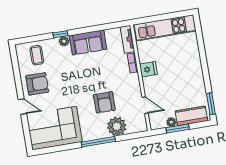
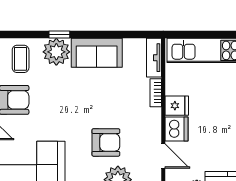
plant: (64, 41) -> (56, 52), width x1.87, depth x1.87
dishwasher: (151, 85) -> (176, 129), added
armchair: (104, 102) -> (106, 142), turned -90

